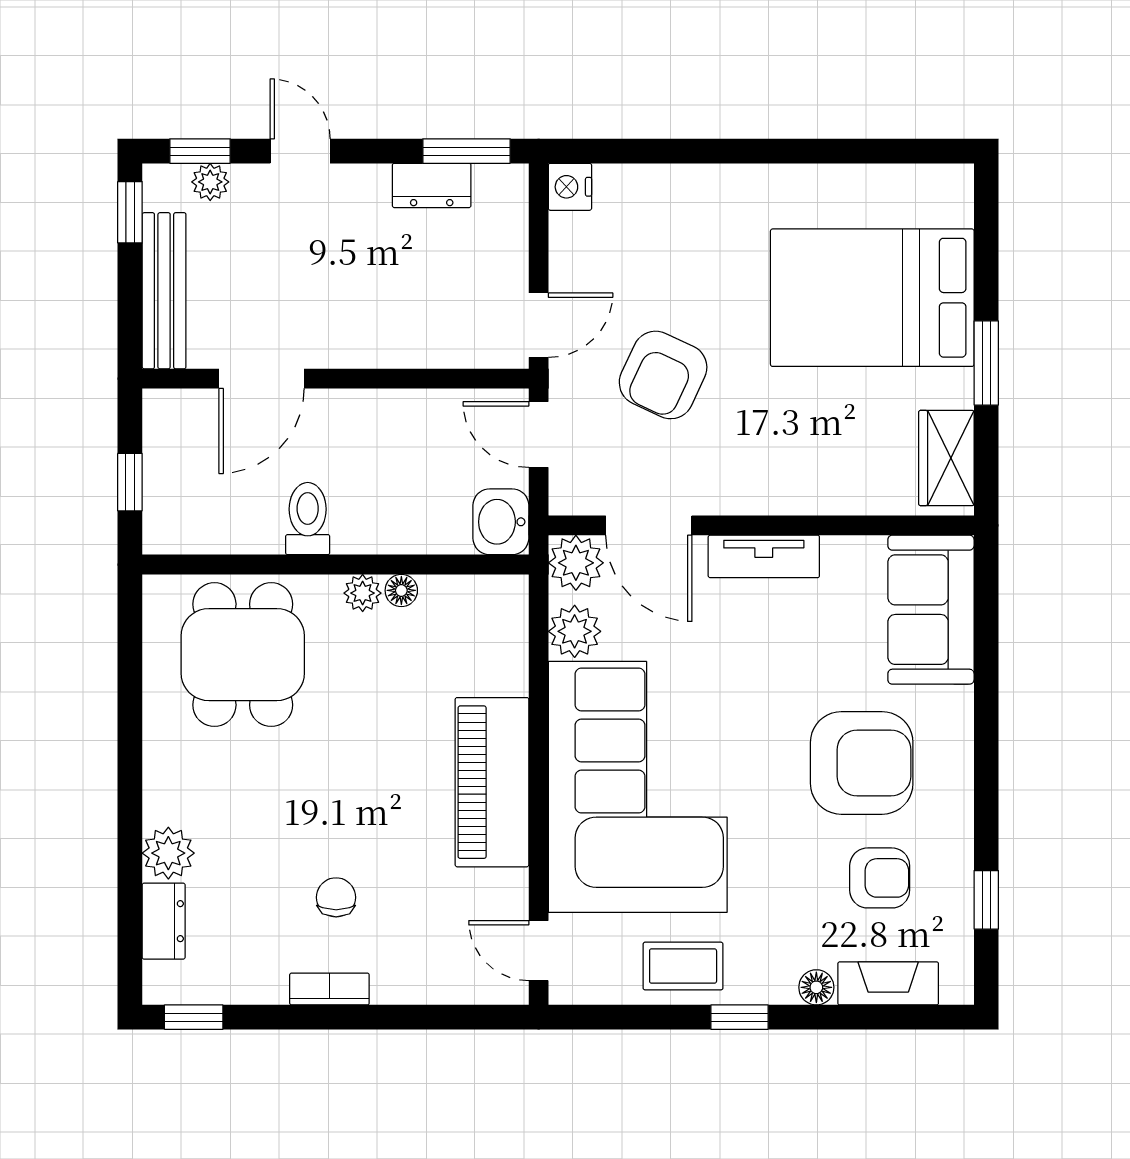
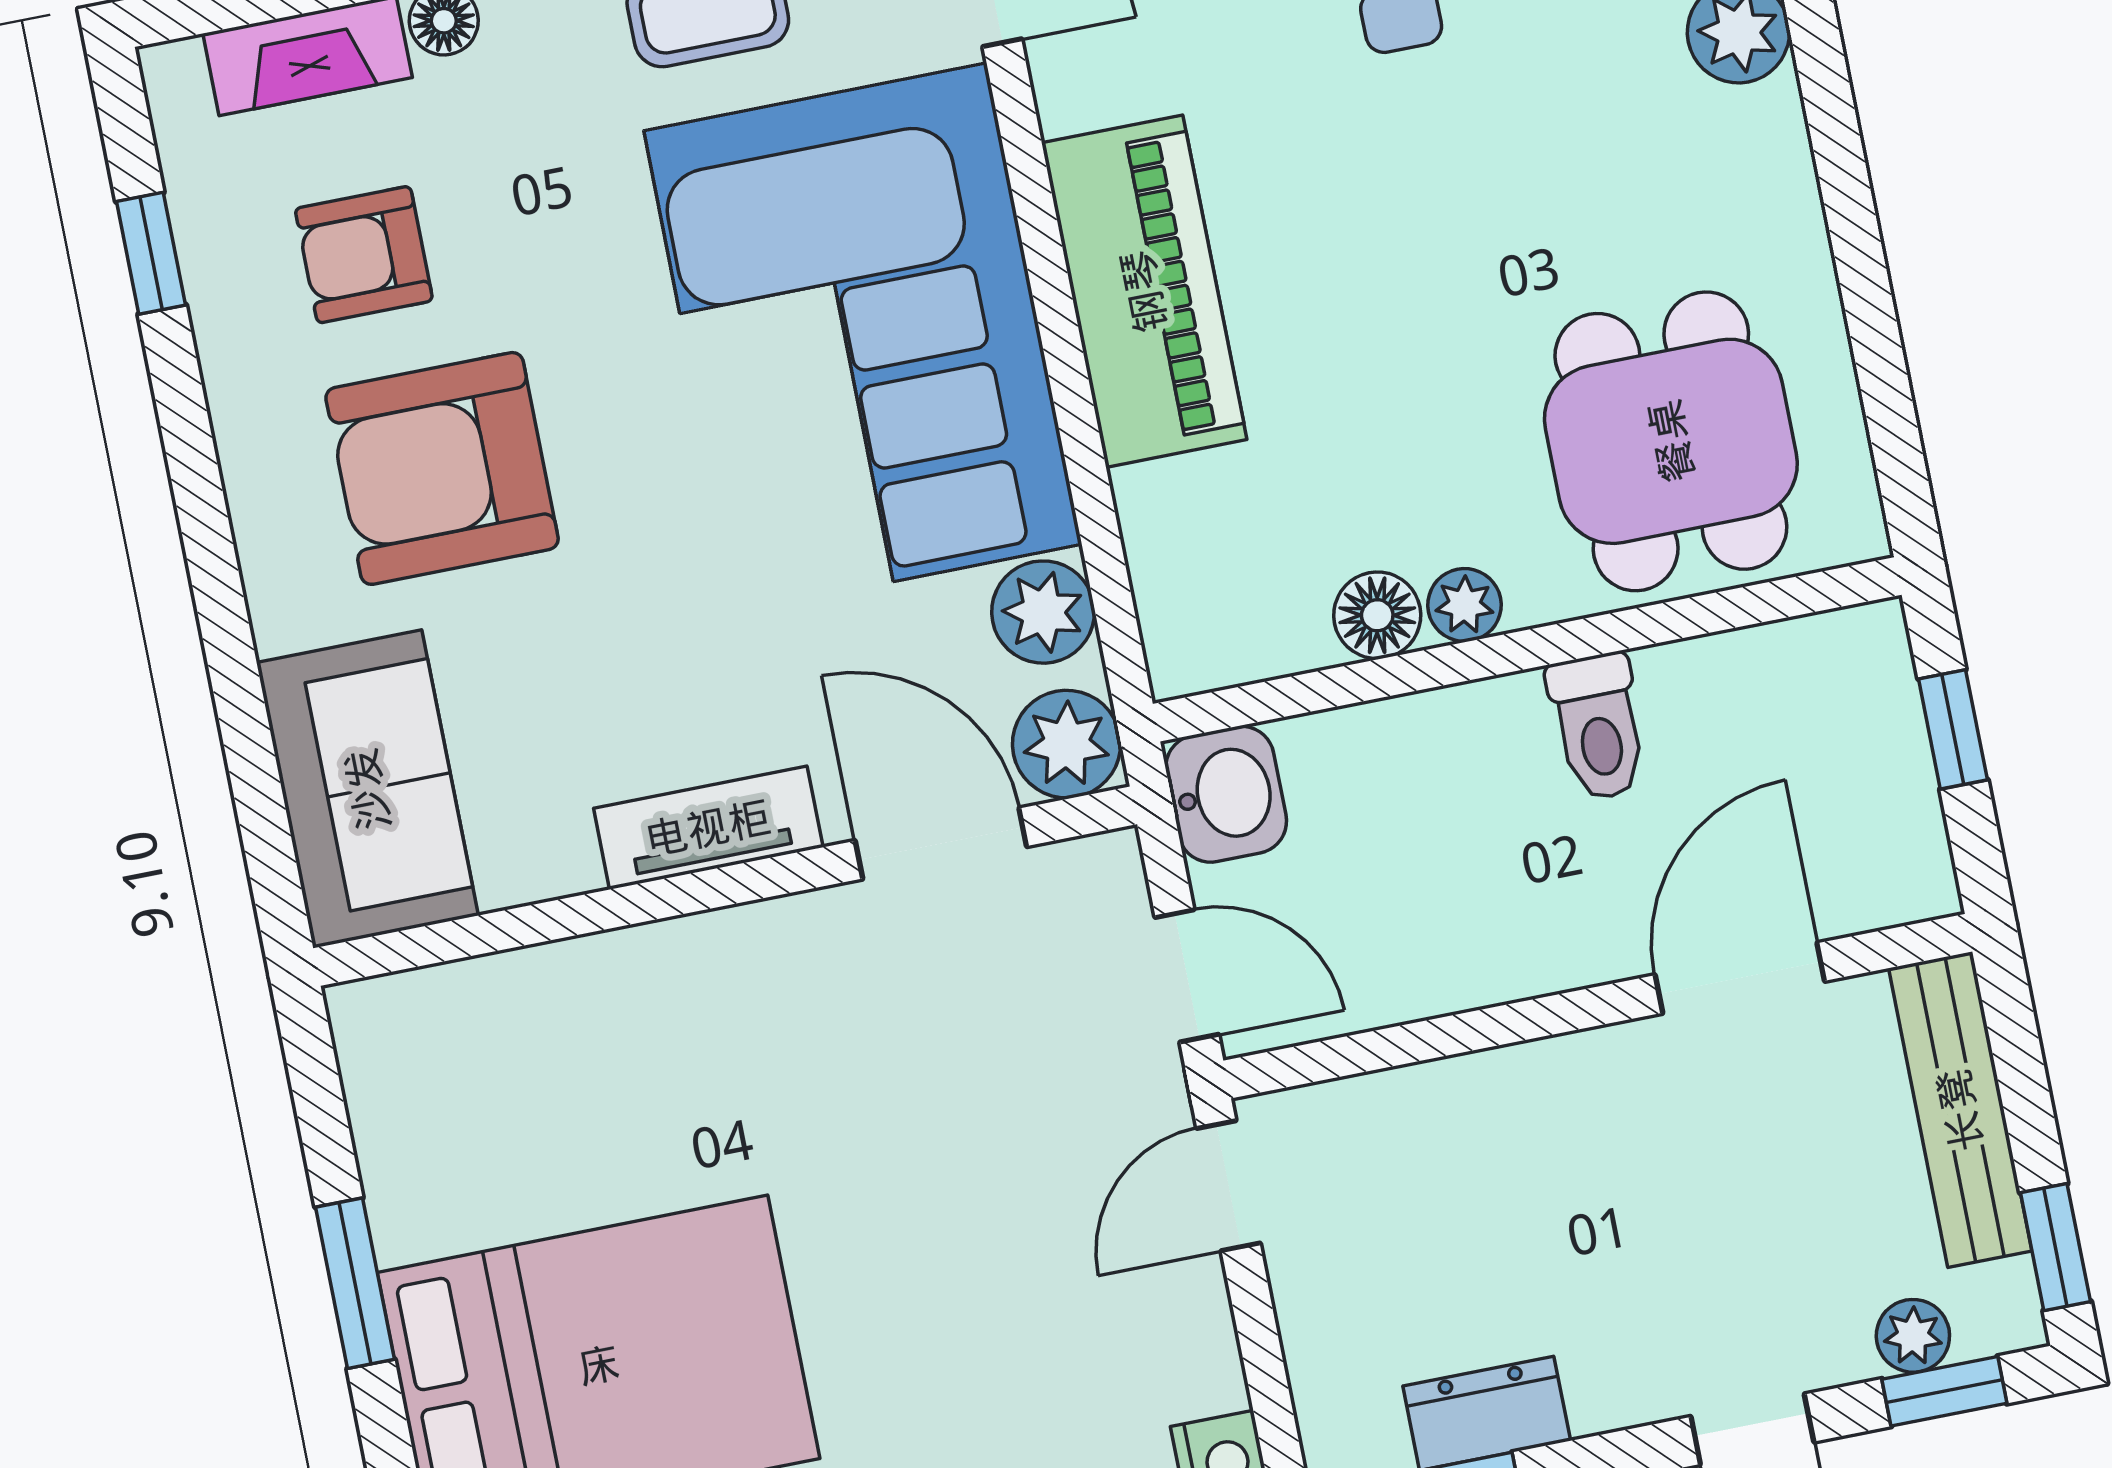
armchair: (663, 375) -> (971, 1138), removed
wardrobe: (946, 458) -> (395, 1086), removed
floor lamp: (401, 590) -> (1377, 615), width x1.37, depth x1.37

